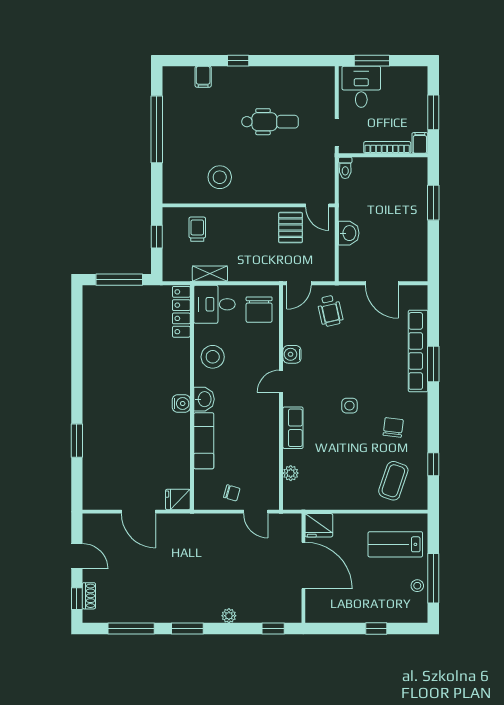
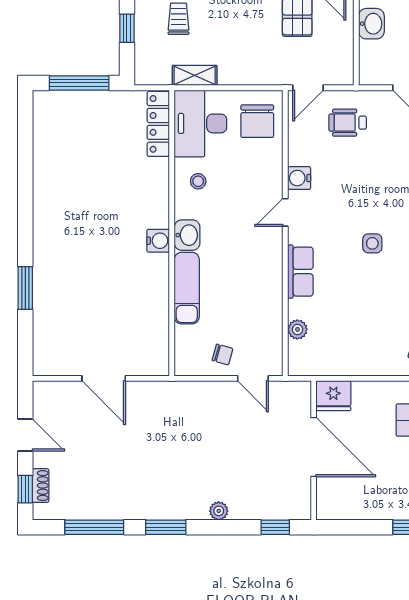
desk: (214, 304) -> (200, 123), width x1.37
wheelchair: (330, 311) -> (348, 123), turned 103
stool: (213, 357) -> (198, 181), width x0.53, depth x0.53
fridge: (178, 499) -> (154, 363), removed

